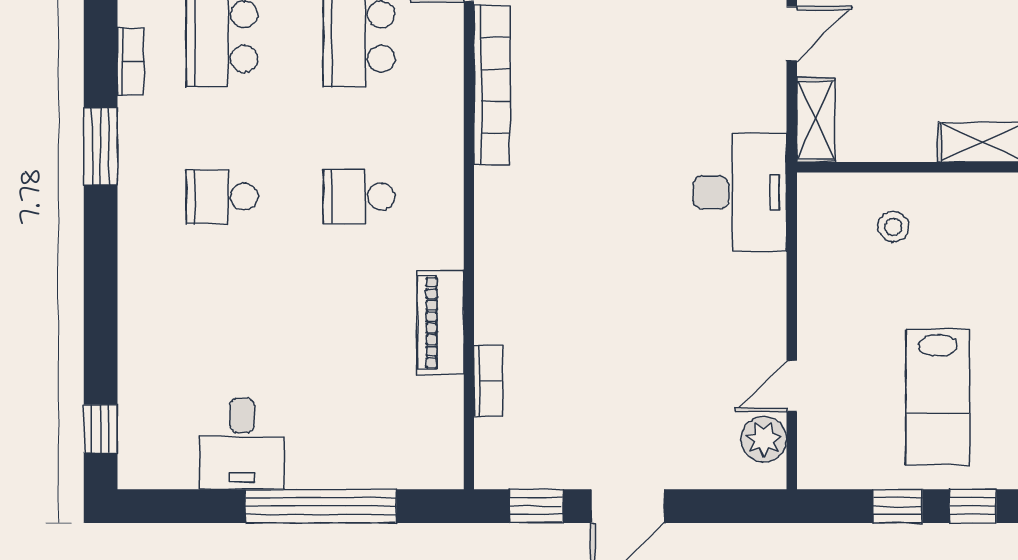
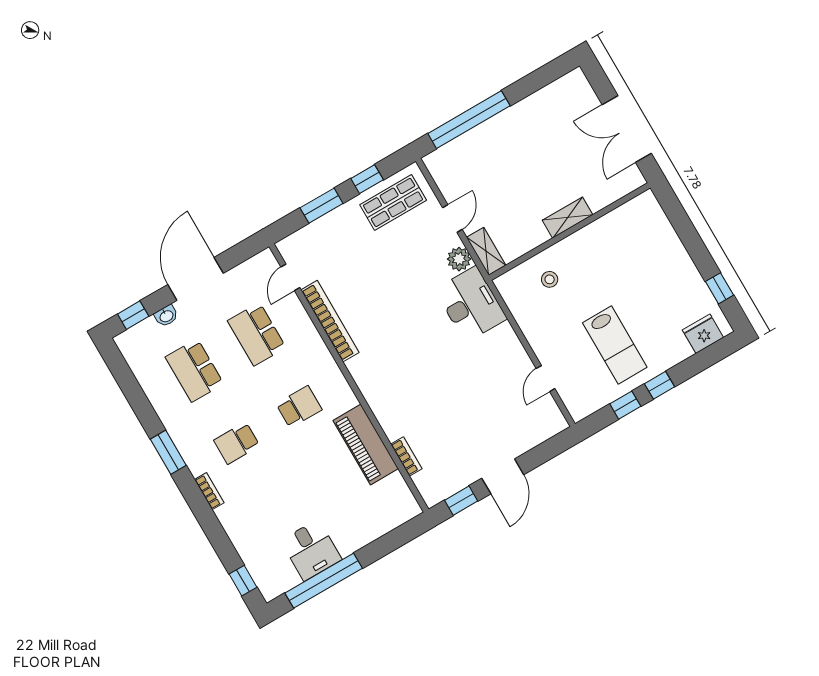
bookcase: (131, 62) -> (209, 491), moved
school desk: (359, 197) -> (299, 407), turned 180
piano: (440, 322) -> (366, 445), width x1.37, depth x1.33
plant: (764, 439) -> (459, 259), moved
window: (321, 506) -> (324, 581), moved

